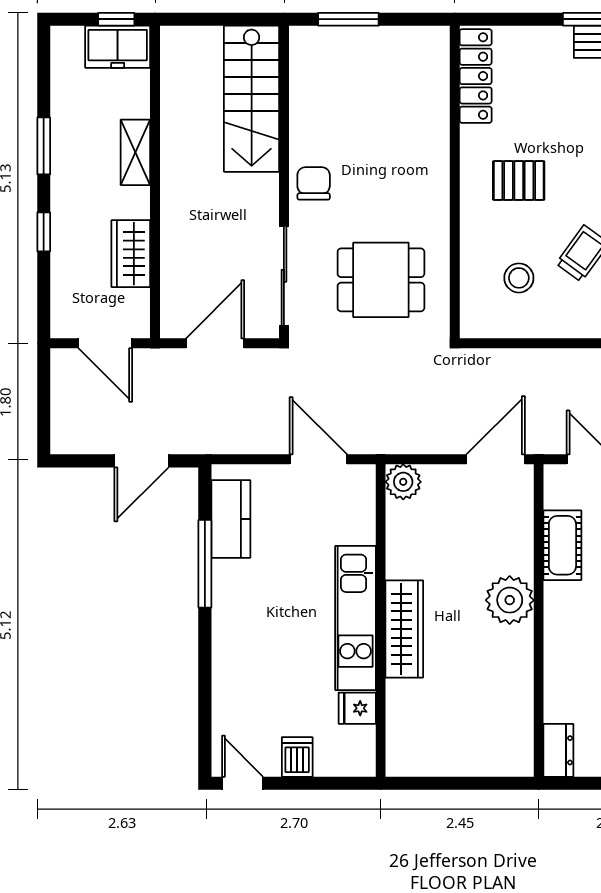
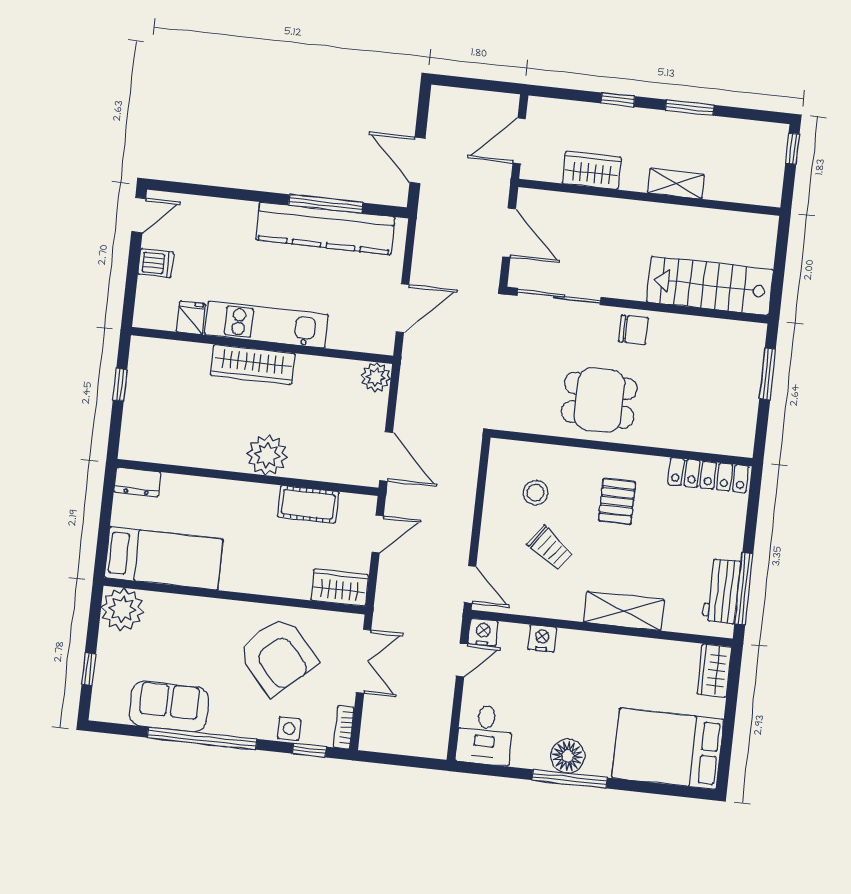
window: (116, 19) -> (792, 149), moved
freezer: (118, 47) -> (766, 179), removed
dining table: (381, 280) -> (599, 400), moved, turned 90
kitchen counter: (231, 519) -> (325, 228), width x2.08, depth x1.17
window: (446, 783) -> (120, 385), added

